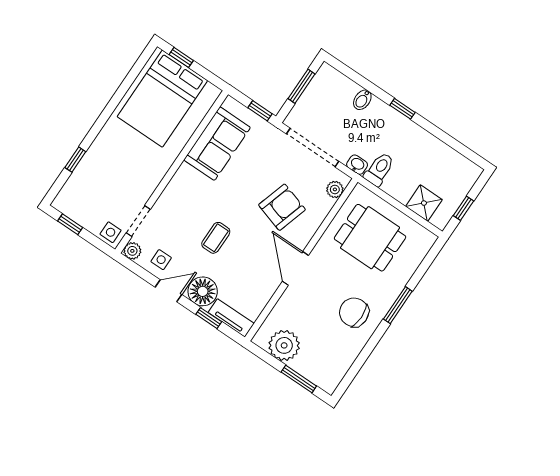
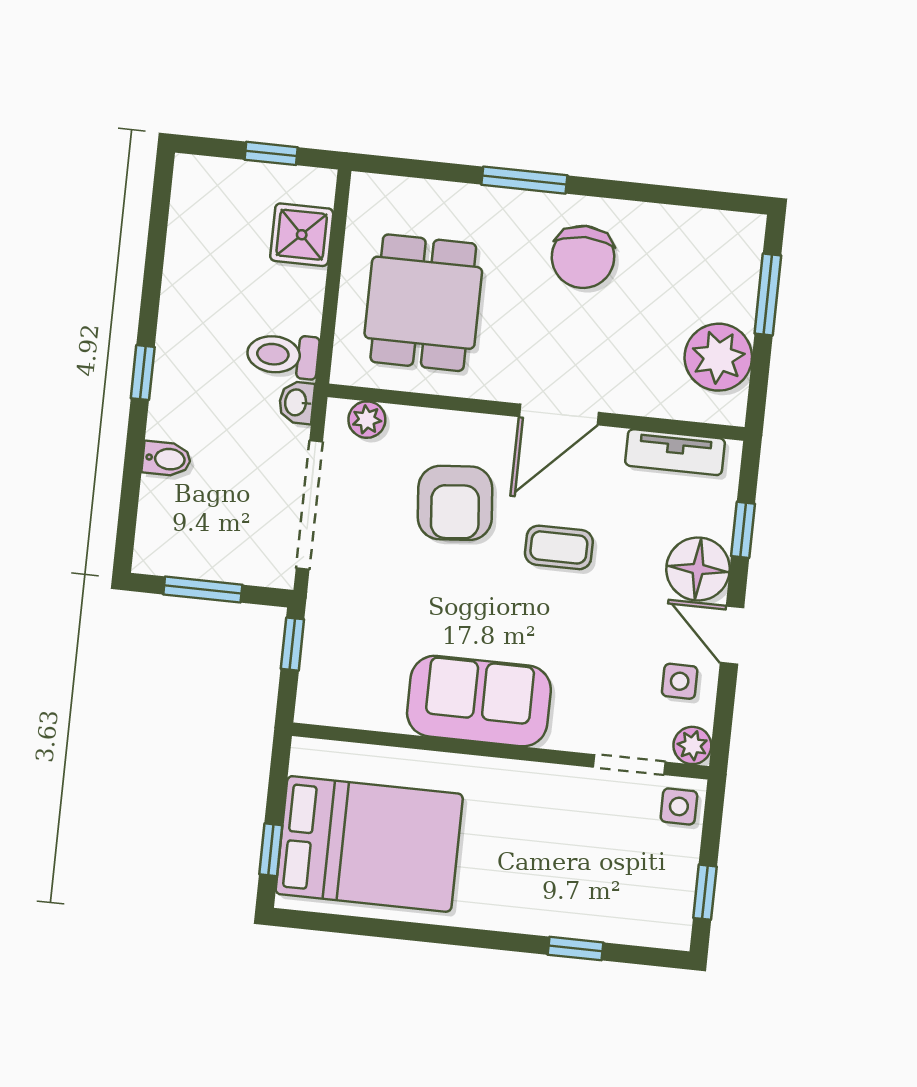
sofa: (217, 144) -> (479, 701), moved
armchair: (282, 207) -> (455, 503), turned -112
coffee table: (216, 238) -> (559, 547), moved
tv unit: (231, 318) -> (675, 452), moved, turned -90

